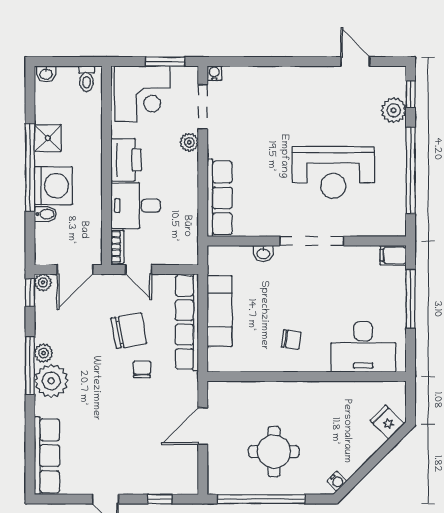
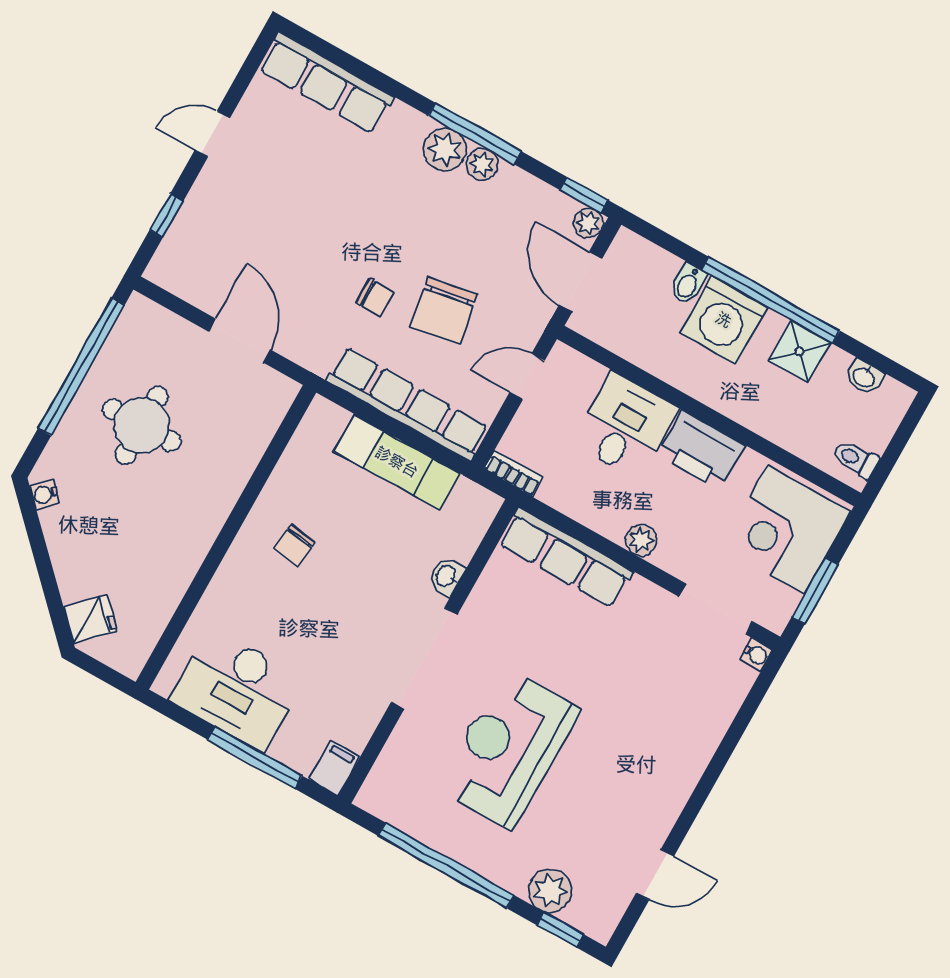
washbasin: (46, 74) -> (864, 377), moved, turned -90
plant: (189, 142) -> (641, 540), moved
bookcase: (117, 247) -> (513, 473), moved, turned 180
desk: (363, 347) -> (237, 689), moved, turned -90
plant: (51, 381) -> (445, 149), width x0.73, depth x0.73

